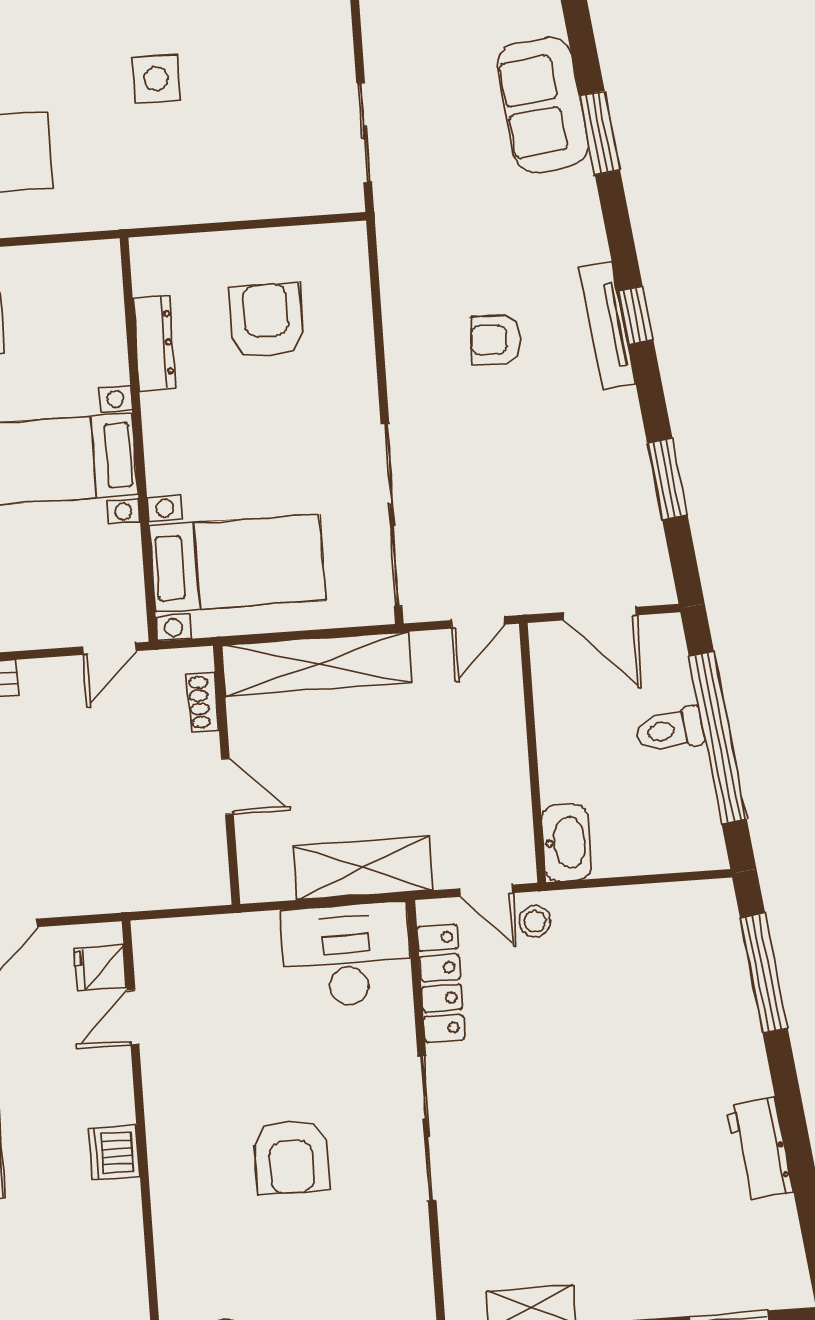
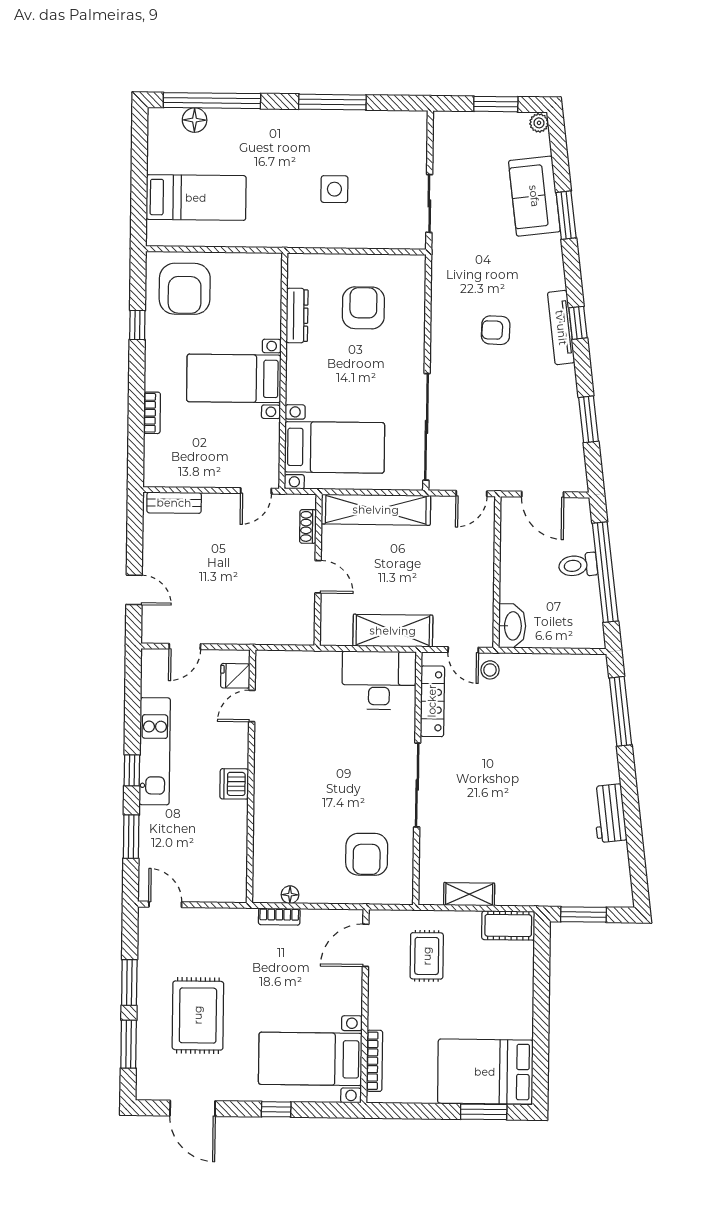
side table: (156, 79) -> (334, 189), moved
armchair: (291, 1157) -> (367, 854), moved

